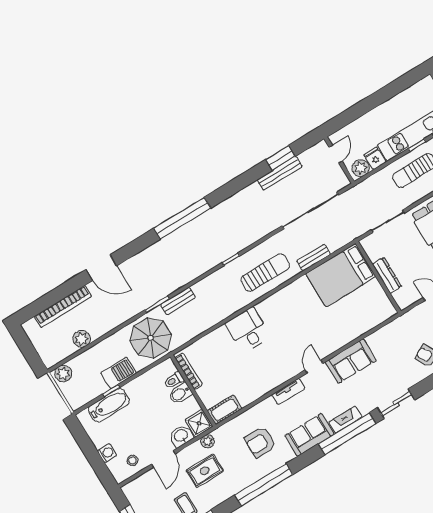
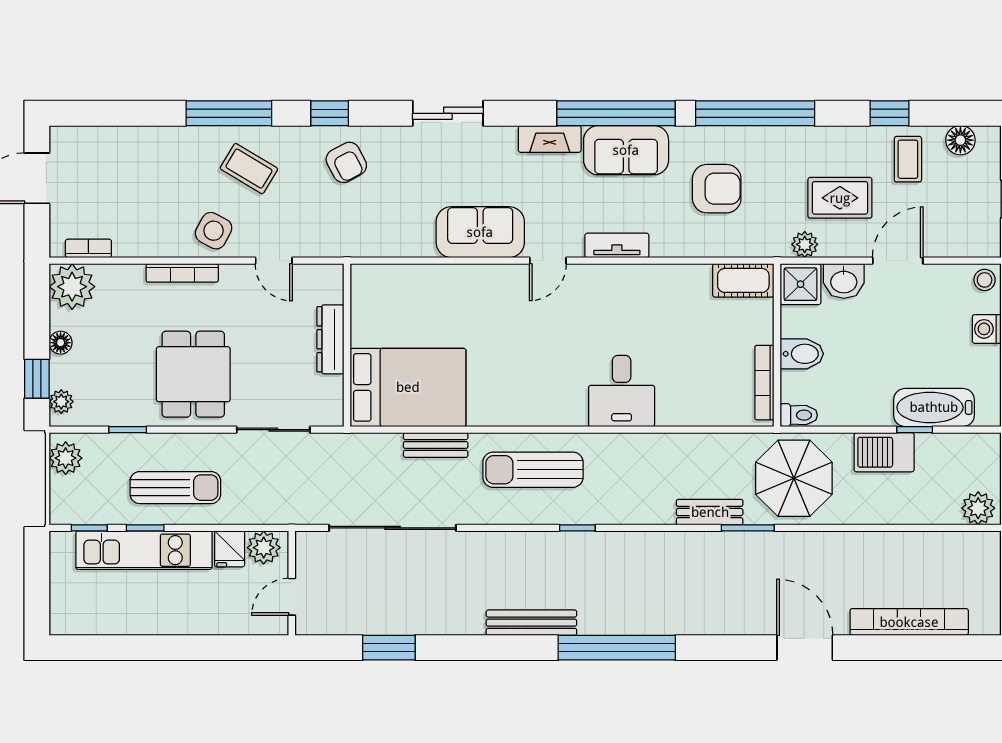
bench: (280, 173) -> (531, 623), moved
plant: (82, 339) -> (911, 548), removed
toilet: (174, 380) -> (799, 415), moved
window: (347, 434) -> (616, 113), moved
stool: (132, 460) -> (985, 280), moved

